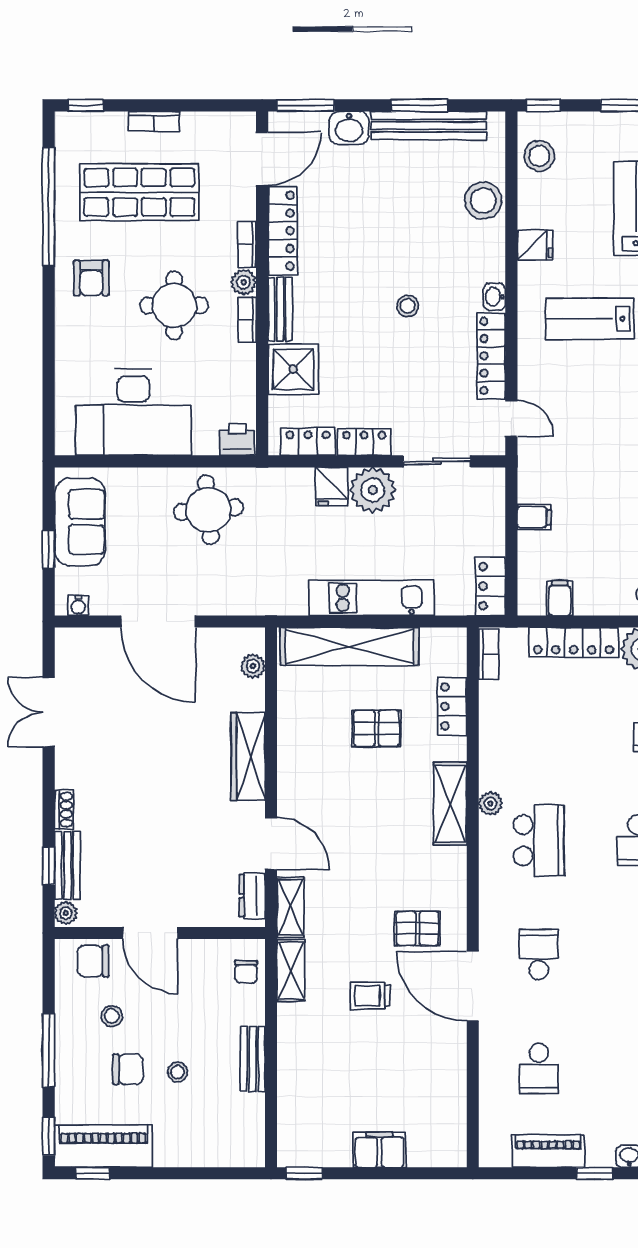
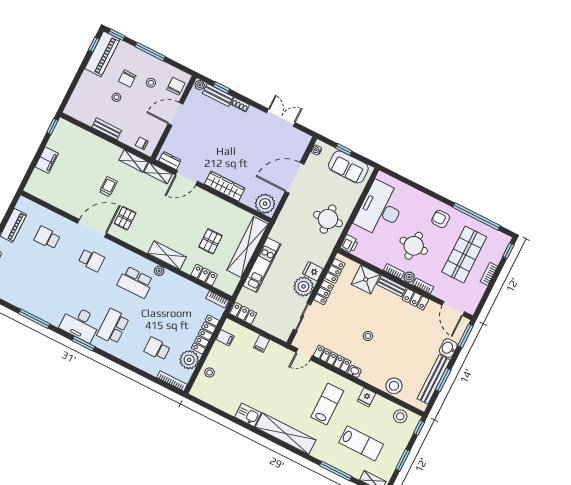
locker: (283, 231) -> (415, 299), width x0.66
plant: (253, 666) -> (265, 204), width x1.88, depth x1.88

